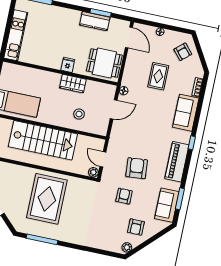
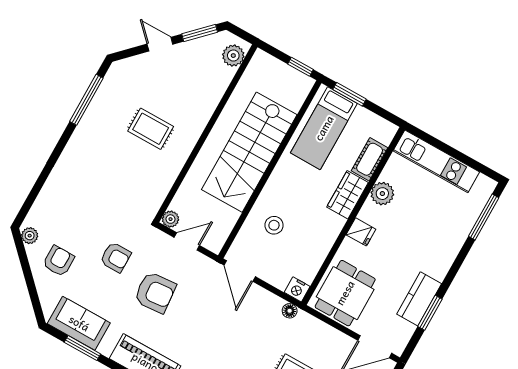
plant: (43, 60) -> (382, 194), added
cot: (26, 73) -> (370, 159), added
wardrobe: (73, 84) -> (348, 195), moved
nightstand: (111, 90) -> (297, 289), added
door: (114, 109) -> (240, 271), moved
rug: (47, 199) -> (151, 129), width x0.54, depth x0.49
armchair: (136, 227) -> (59, 261), turned 90

